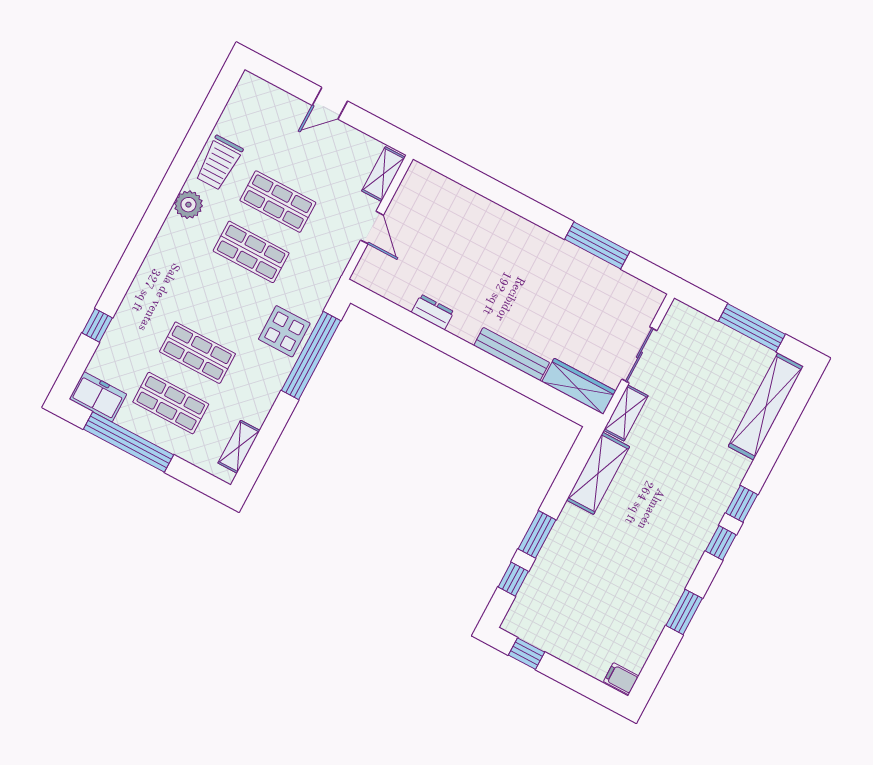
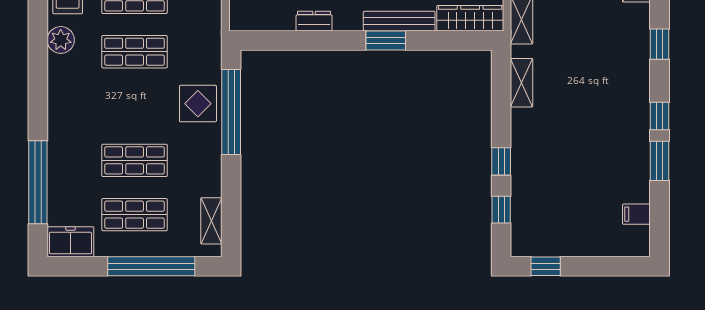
window: (97, 325) -> (38, 182), width x3.17
window: (490, 365) -> (386, 40), added
window: (128, 442) -> (151, 266), moved
shelving: (598, 473) -> (521, 83), width x0.67, depth x0.75
window: (537, 534) -> (501, 161), width x0.67
window: (721, 543) -> (659, 116), moved
filing cabinet: (621, 679) -> (636, 214), moved

